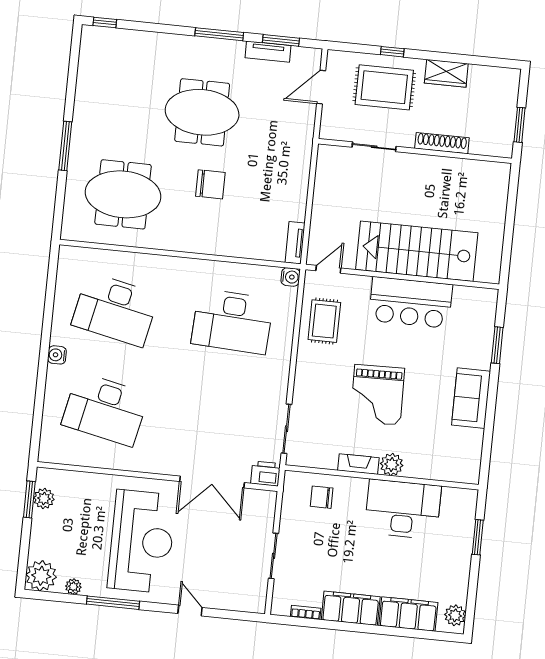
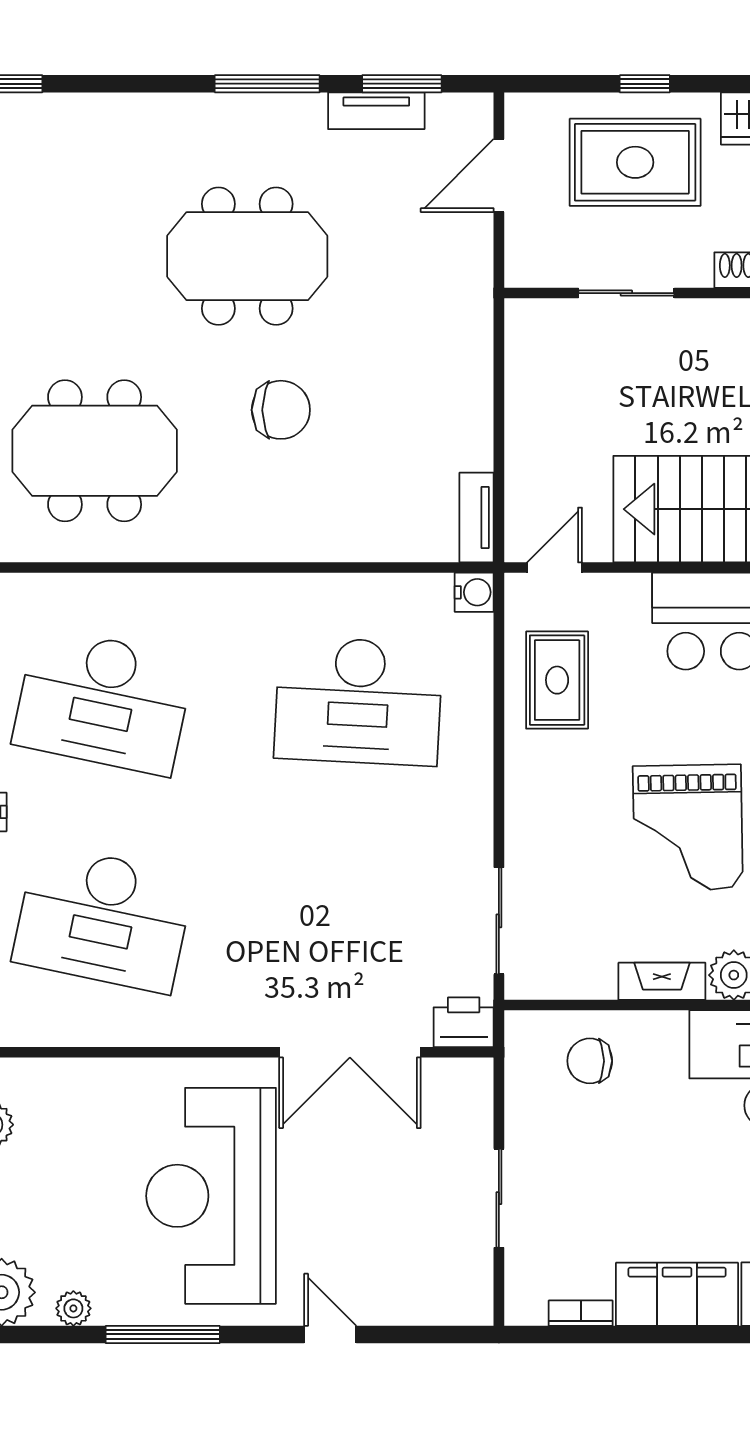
reception desk: (142, 541) -> (211, 1196), turned 180

